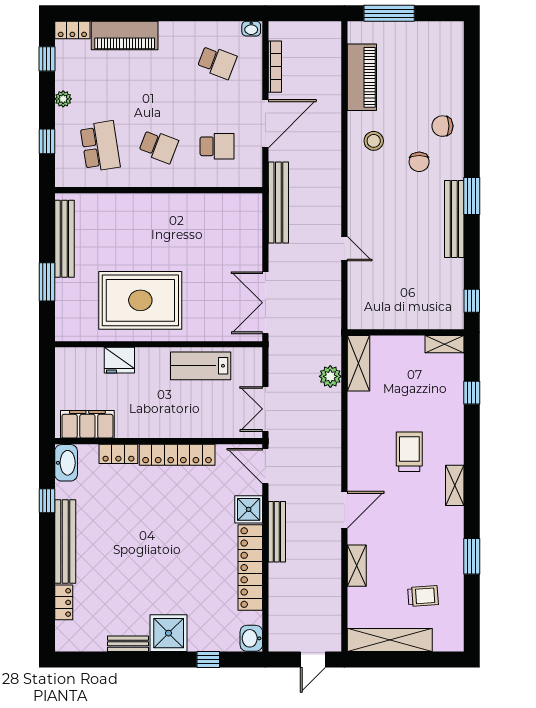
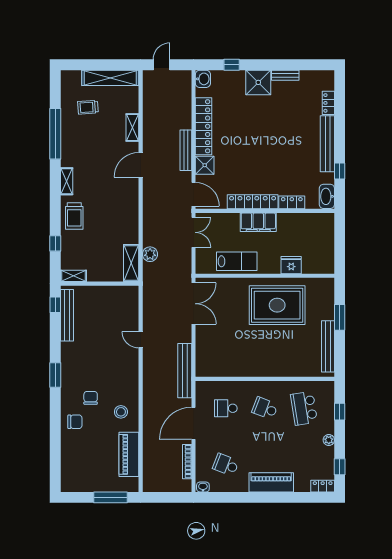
piano: (125, 36) -> (271, 482), moved
bench: (454, 219) -> (67, 315), moved
filing cabinet: (87, 424) -> (258, 222), moved
trolley: (409, 452) -> (74, 216), moved
window: (472, 556) -> (55, 134), width x2.11

